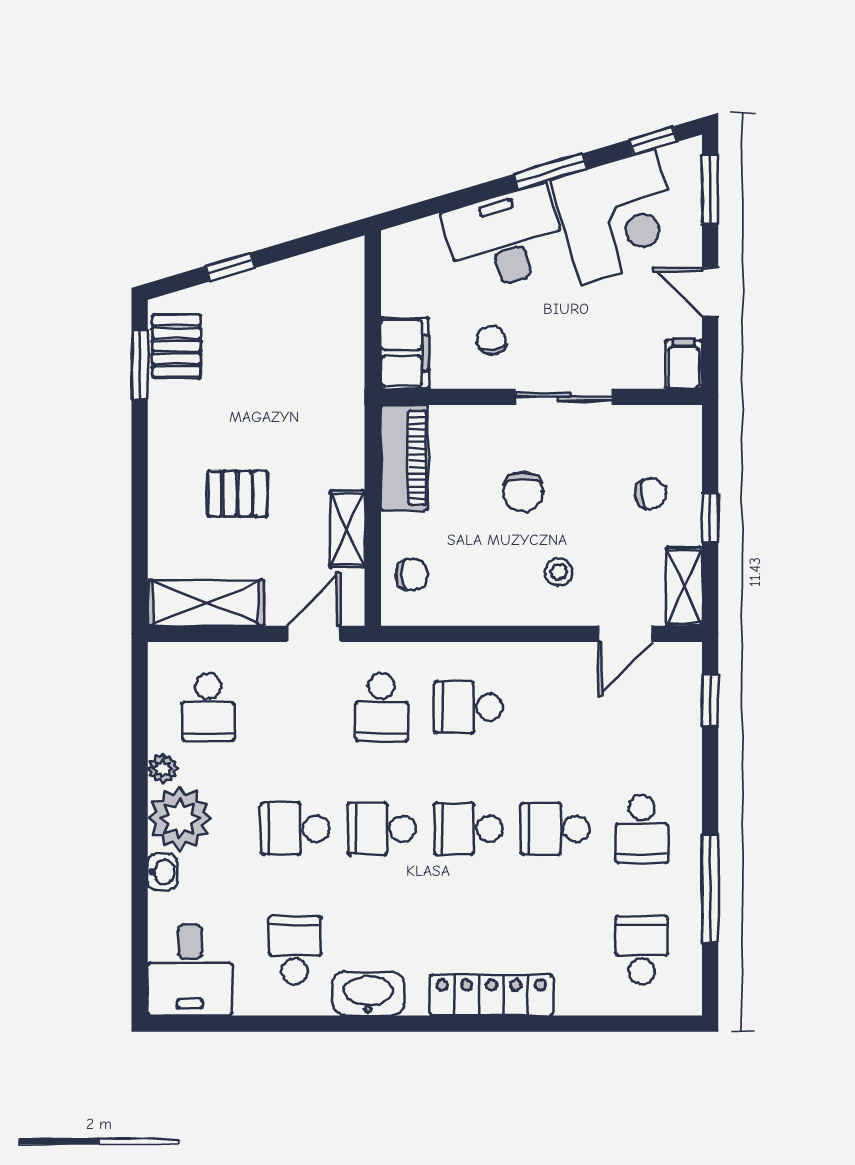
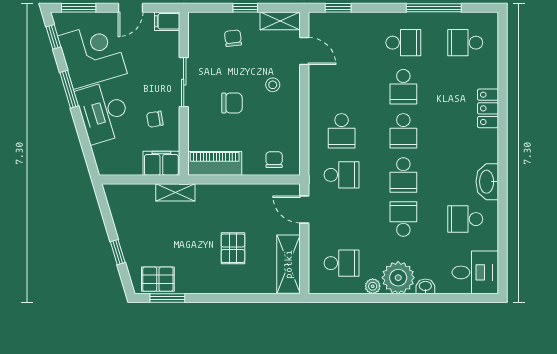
shelving: (347, 529) -> (175, 192), moved
school desk: (295, 829) -> (403, 219), turned 180
locker: (491, 995) -> (488, 108), width x0.66

